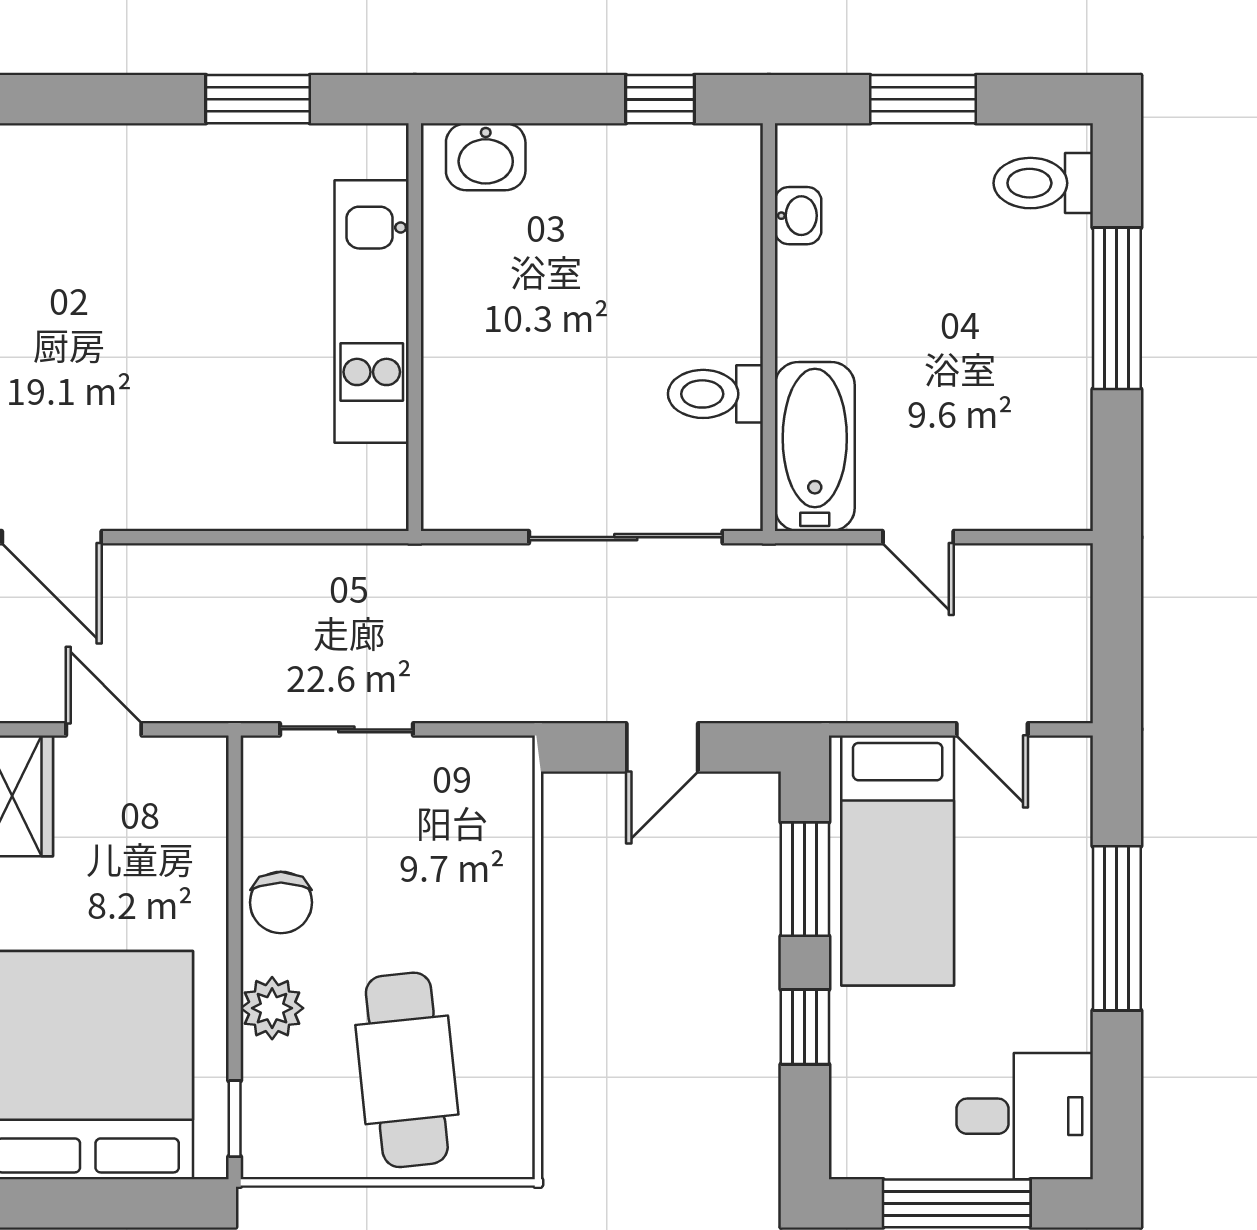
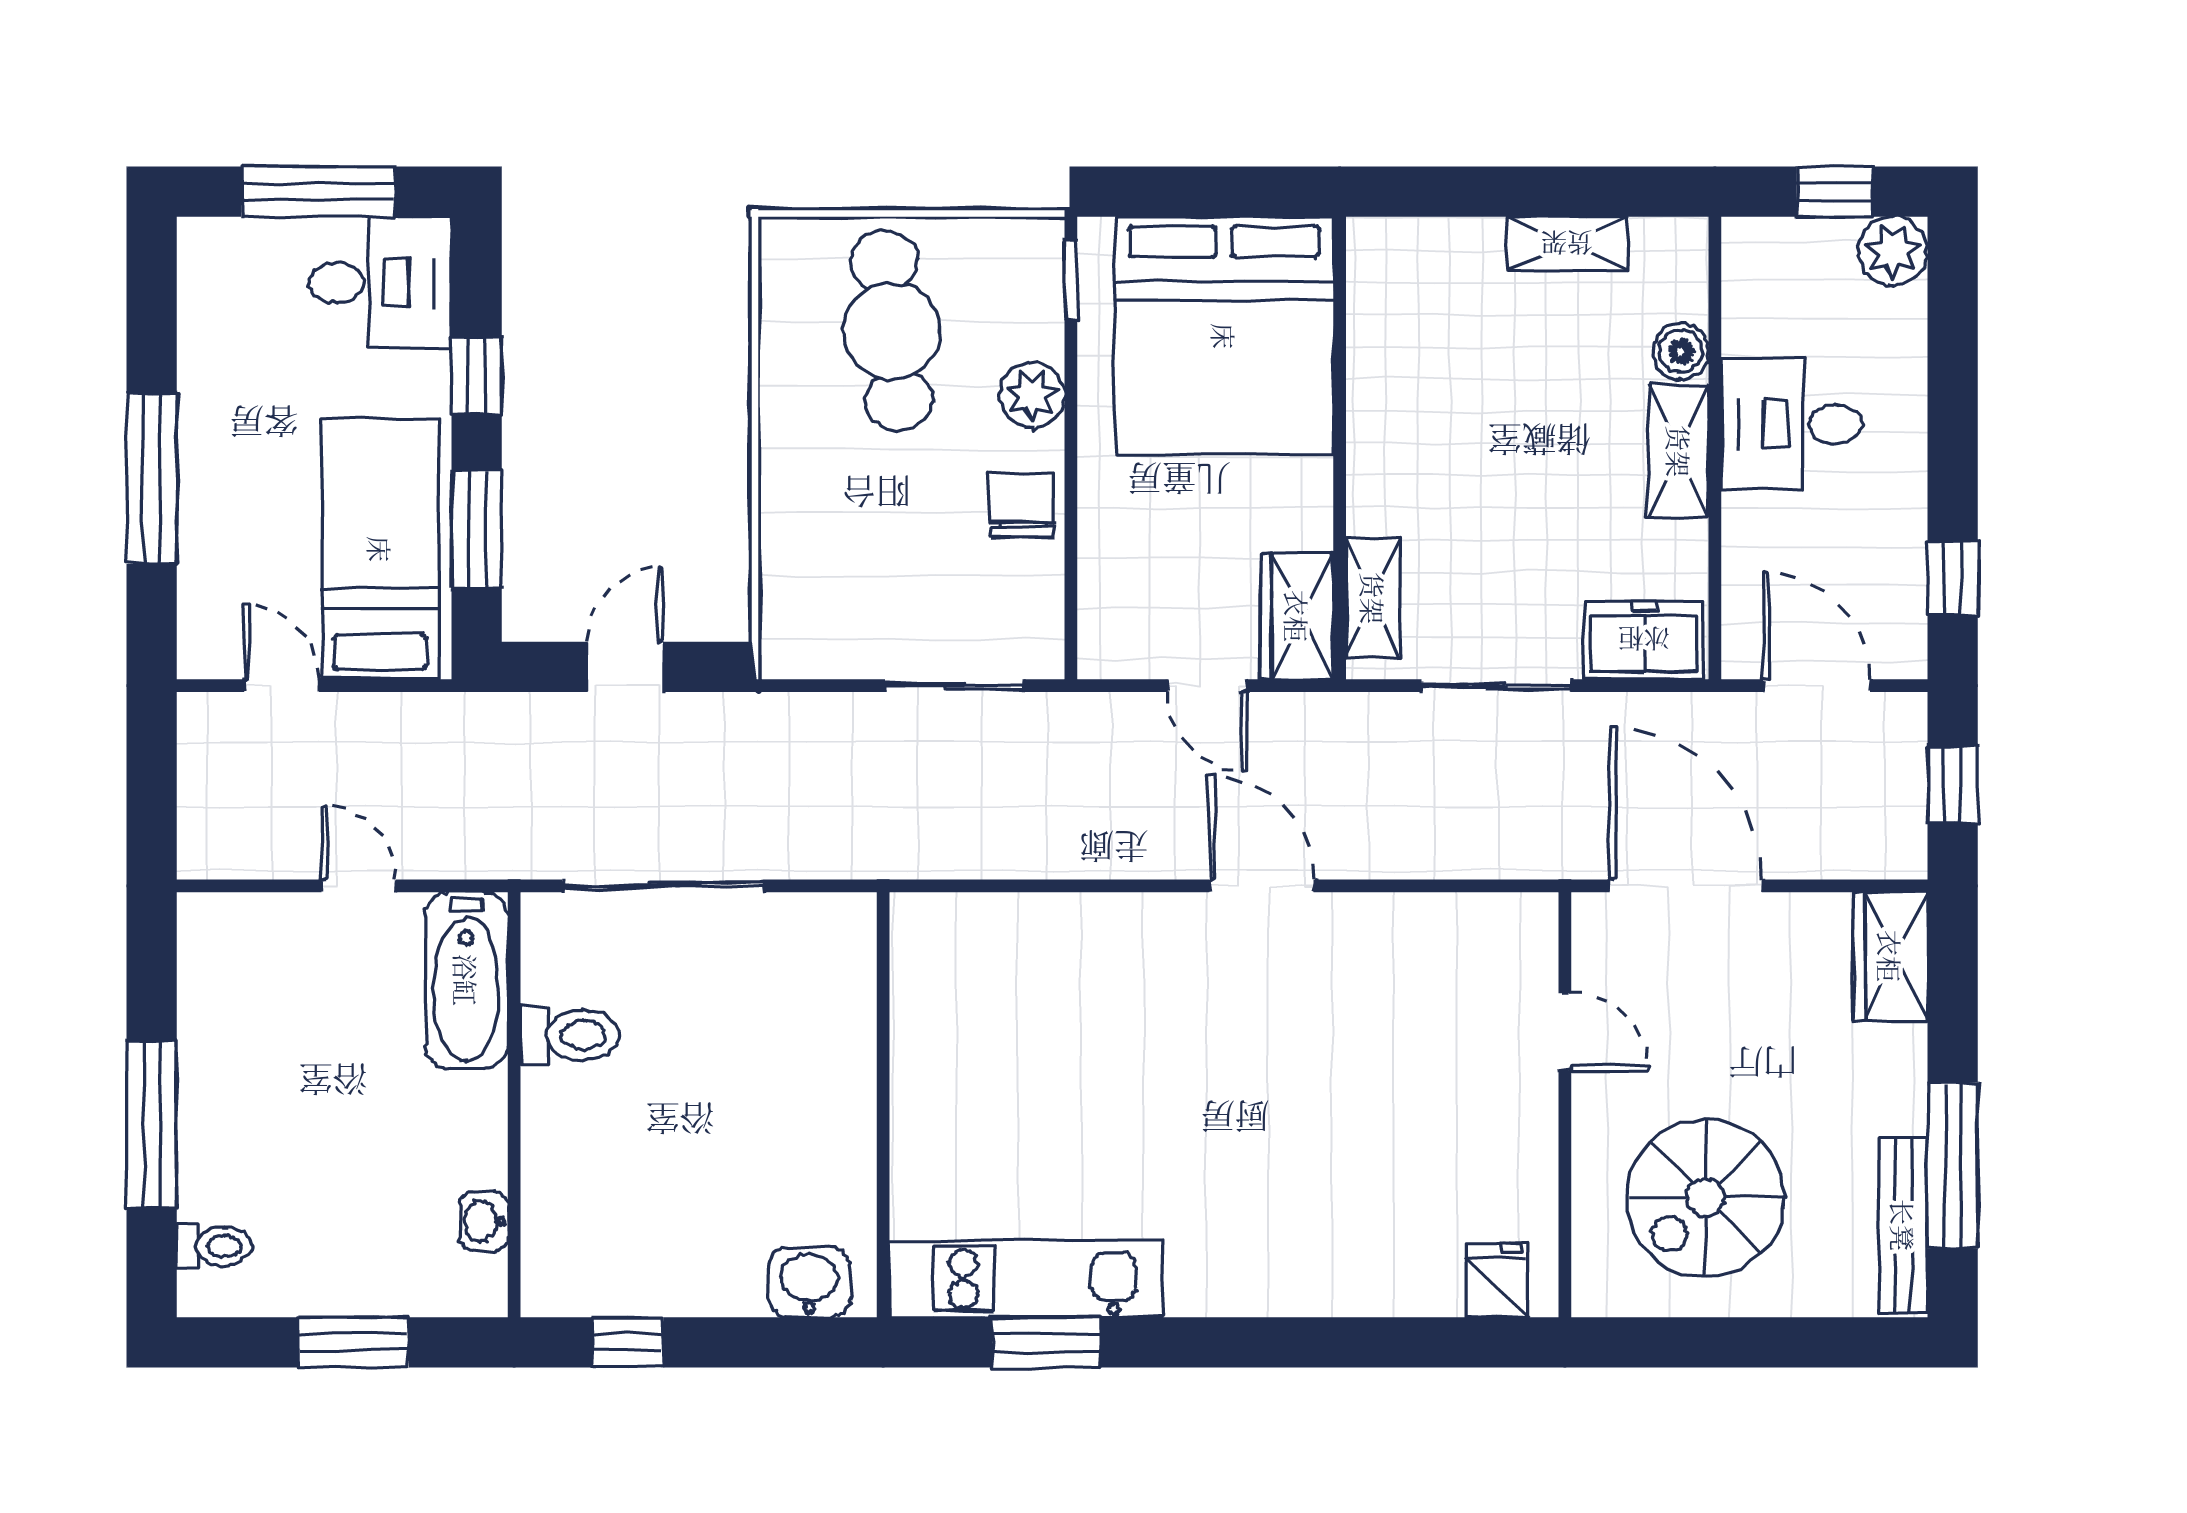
toilet: (1043, 183) -> (214, 1246), width x0.73, depth x0.72
kitchen unit: (372, 312) -> (1026, 1279), moved, turned -90
desk: (1025, 1116) -> (381, 283), moved, turned 180

